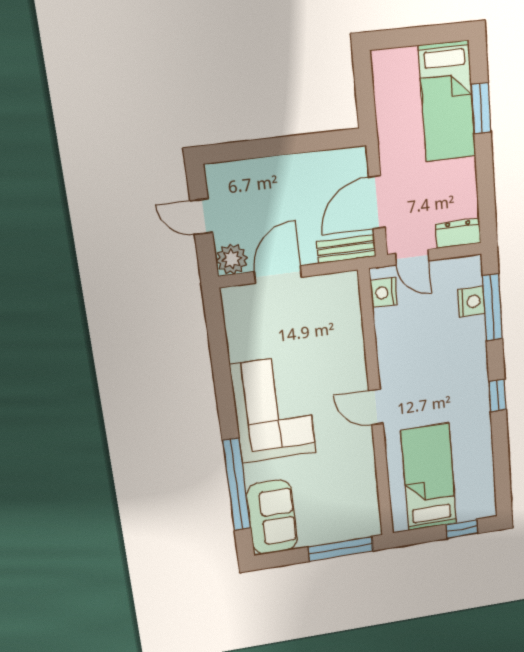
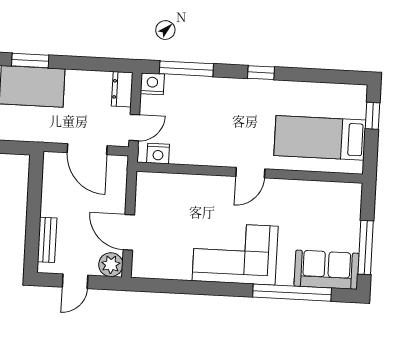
bench: (346, 249) -> (47, 240), moved
nightstand: (471, 302) -> (152, 84), moved
window: (341, 549) -> (366, 247), moved

